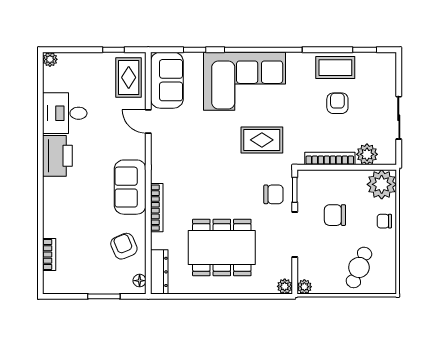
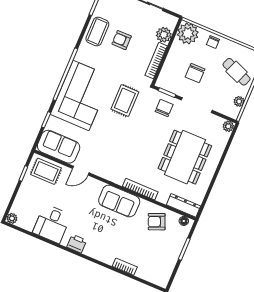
printer: (57, 156) -> (77, 244), width x0.53, depth x0.68
bookcase: (49, 254) -> (125, 267), moved
plant: (304, 287) -> (239, 101), moved

